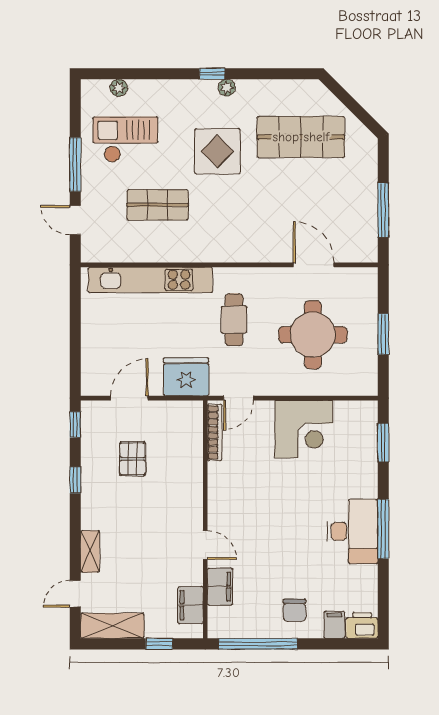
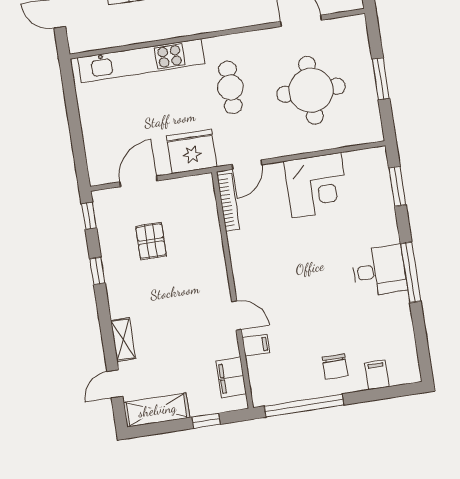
desk: (353, 531) -> (379, 271), width x0.73
filing cabinet: (220, 587) -> (256, 345), width x0.50
printer: (362, 625) -> (404, 371), removed

